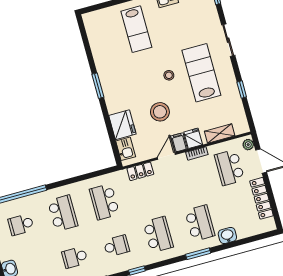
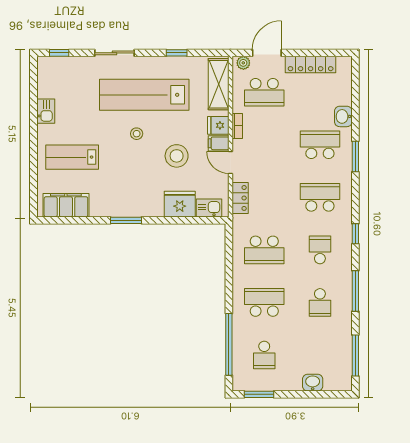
lab bench: (136, 29) -> (72, 157), turned 180
filing cabinet: (97, 35) -> (66, 205), added
lab bench: (201, 73) -> (144, 95), width x1.36
shelving: (220, 133) -> (219, 84), width x1.50, depth x1.33

